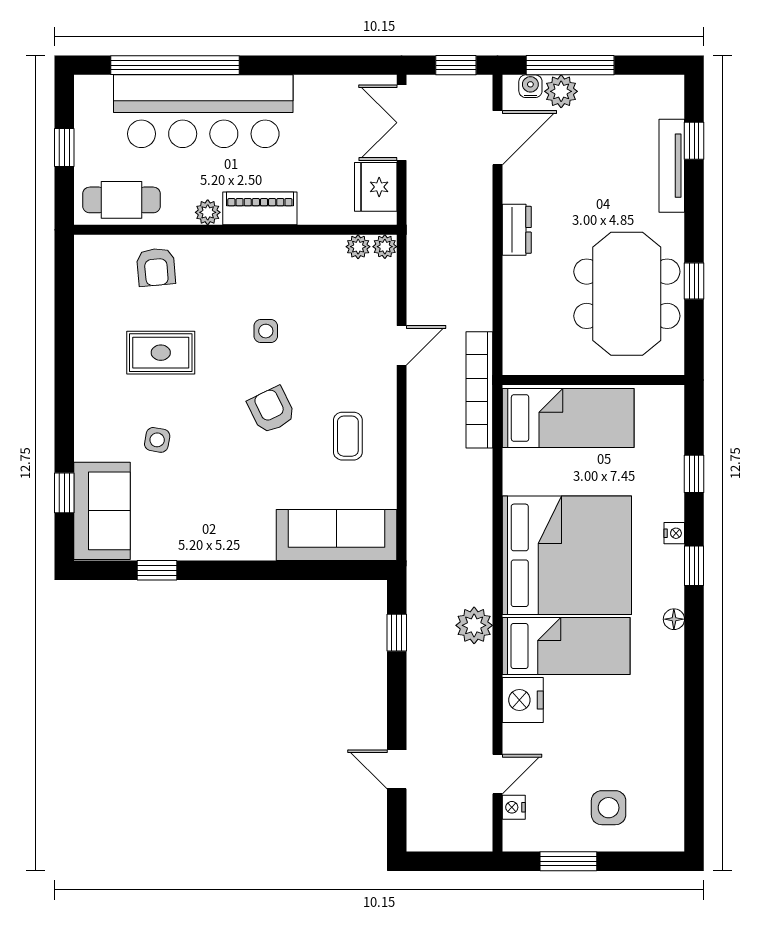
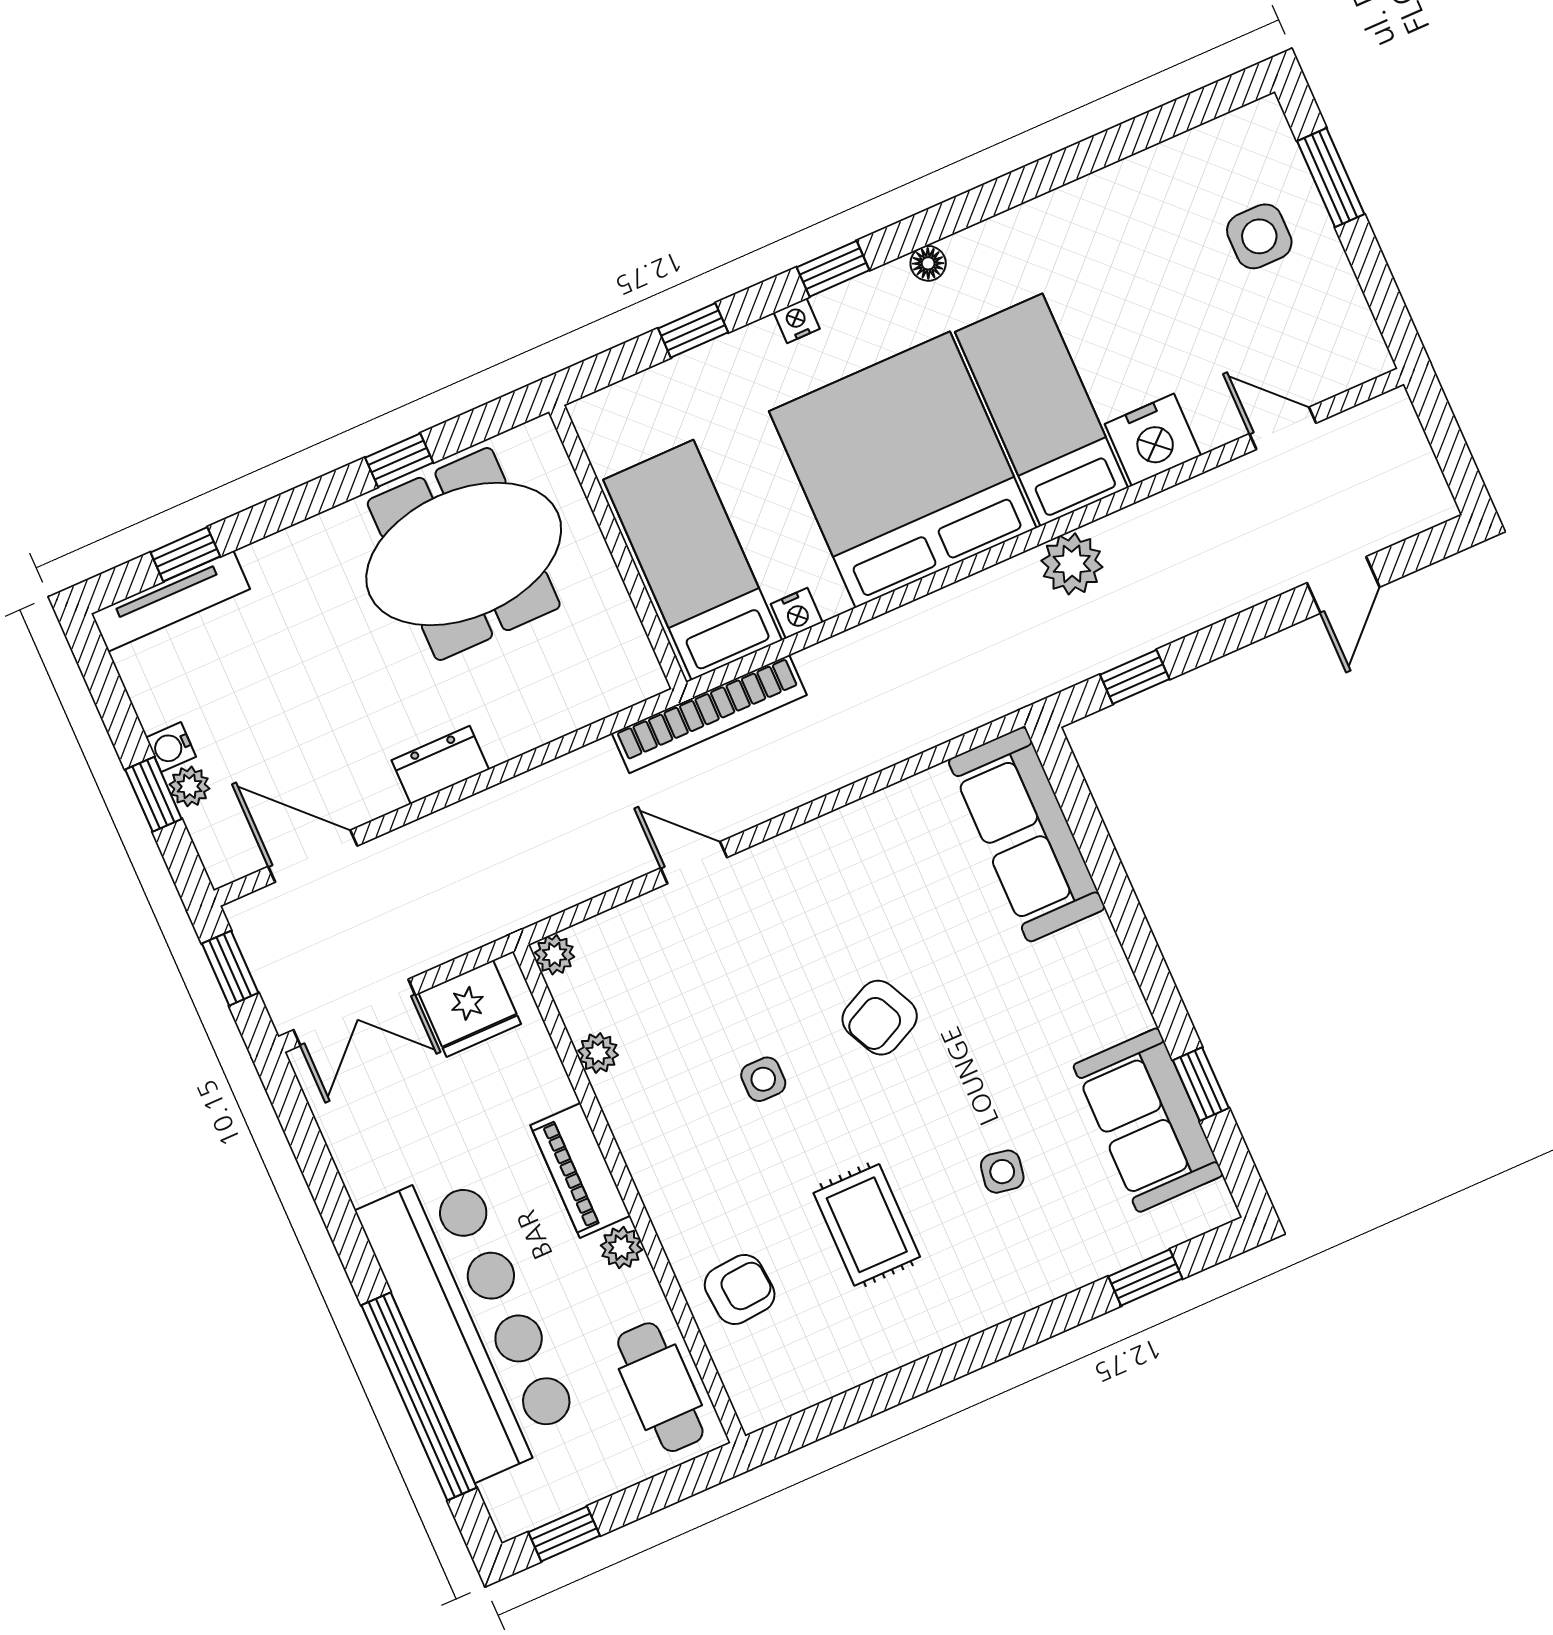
window: (570, 65) -> (153, 794), width x0.46
water cooler: (530, 86) -> (171, 747), moved
plant: (561, 91) -> (190, 786), width x0.73, depth x0.73
window: (64, 147) -> (564, 1534), moved
tv unit: (672, 166) -> (171, 601), moved
plant: (358, 247) -> (598, 1053), moved
coffee table: (348, 436) -> (868, 883), removed
sofa: (102, 511) -> (1148, 1120), moved, turned -90
nightstand: (514, 807) -> (797, 613), moved
window: (568, 861) -> (1331, 178), moved

